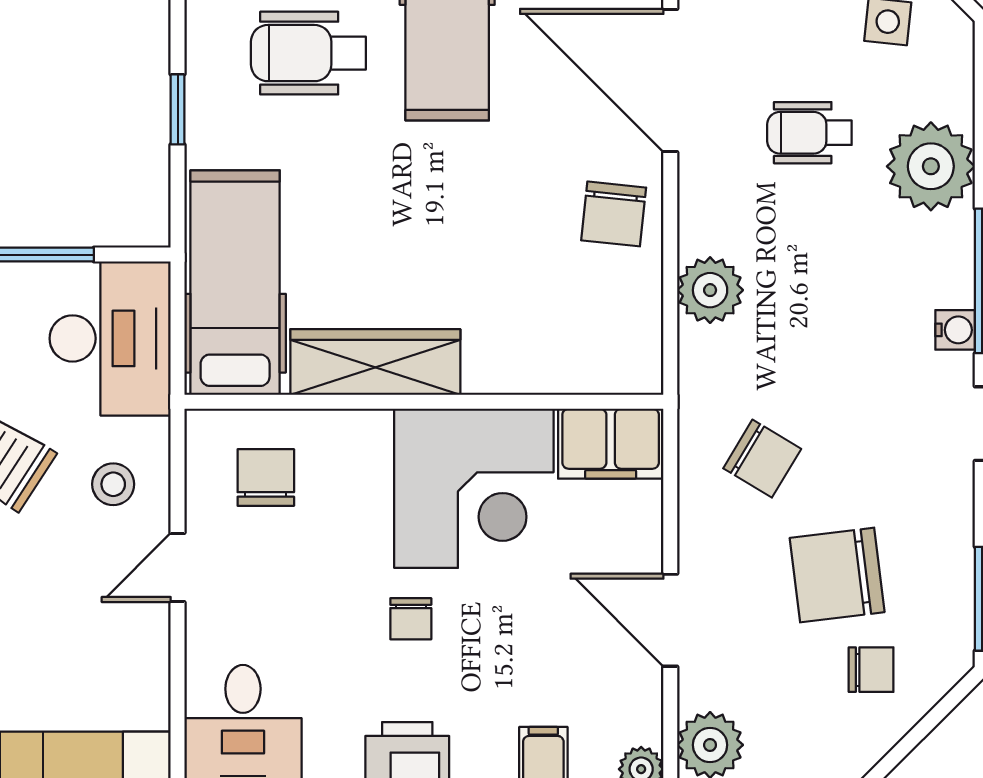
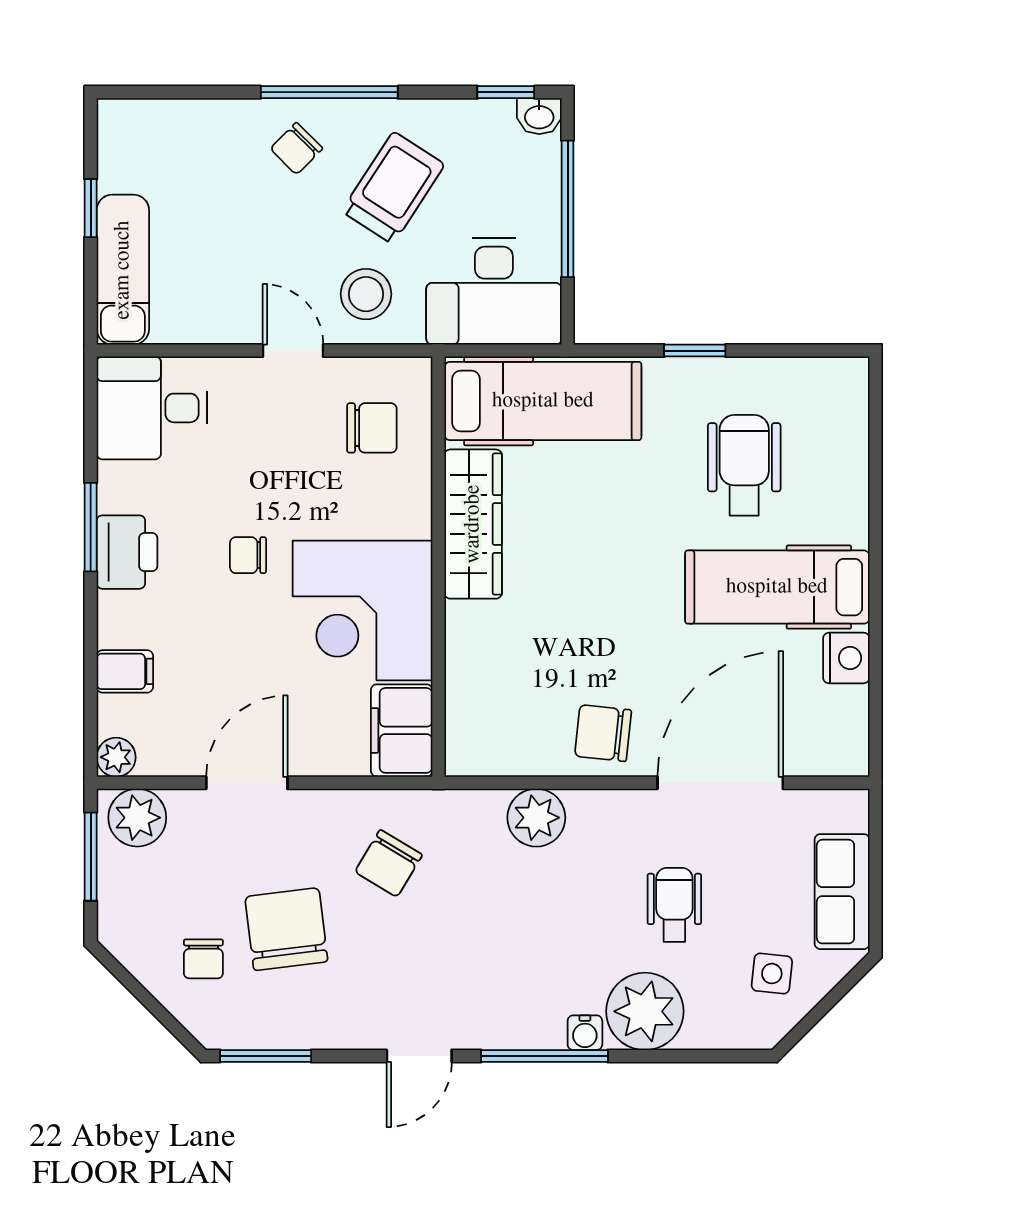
water cooler: (955, 330) -> (585, 1033), moved
stool: (113, 484) -> (366, 294), width x1.37, depth x1.37

